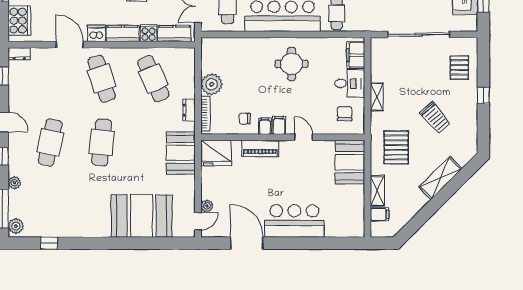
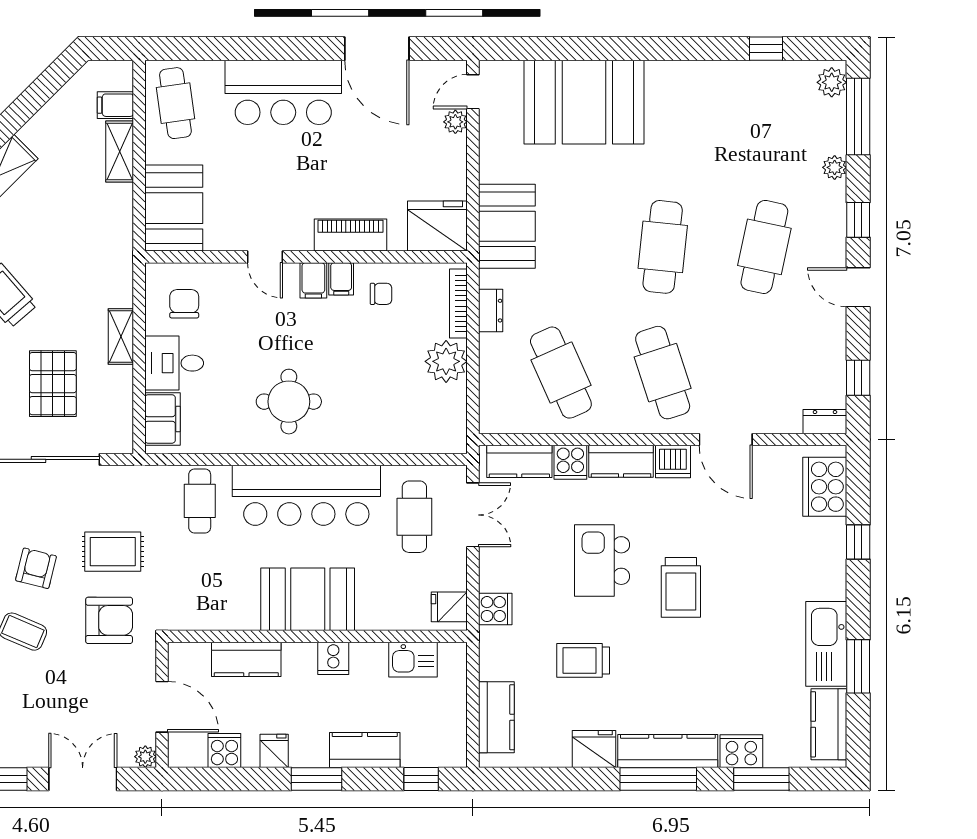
chair: (345, 114) -> (184, 304), turned 180
pallet: (396, 147) -> (53, 384), moved
cafe table: (349, 215) -> (175, 103), added

